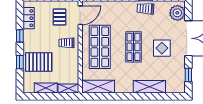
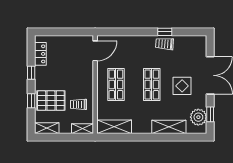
plant: (177, 13) -> (198, 117), moved
pallet: (59, 17) -> (73, 53), removed
trolley: (67, 43) -> (79, 104), moved
shop shelf: (100, 47) -> (116, 84), width x0.70, depth x0.74
shelving: (46, 88) -> (47, 128), moved

